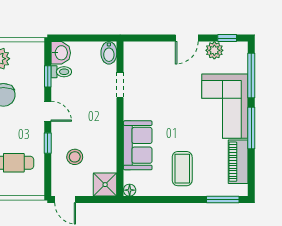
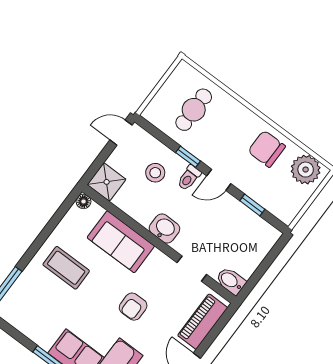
washbasin: (61, 53) -> (164, 229), moved, turned 180
toilet: (61, 72) -> (189, 178), moved
armchair: (175, 105) -> (133, 307), added
piano: (238, 162) -> (203, 322), moved, turned -90

